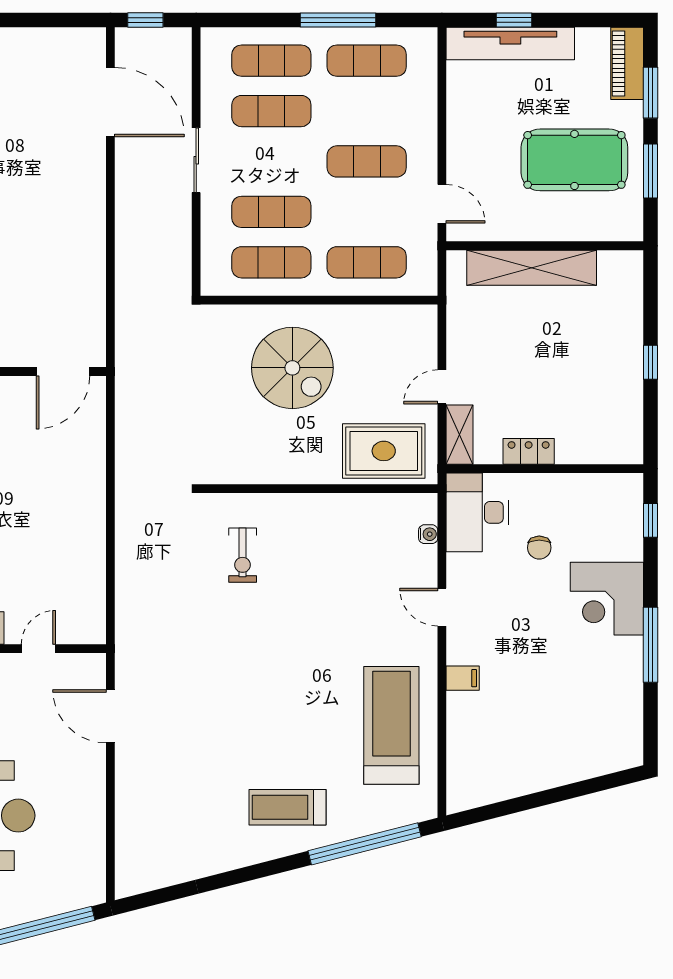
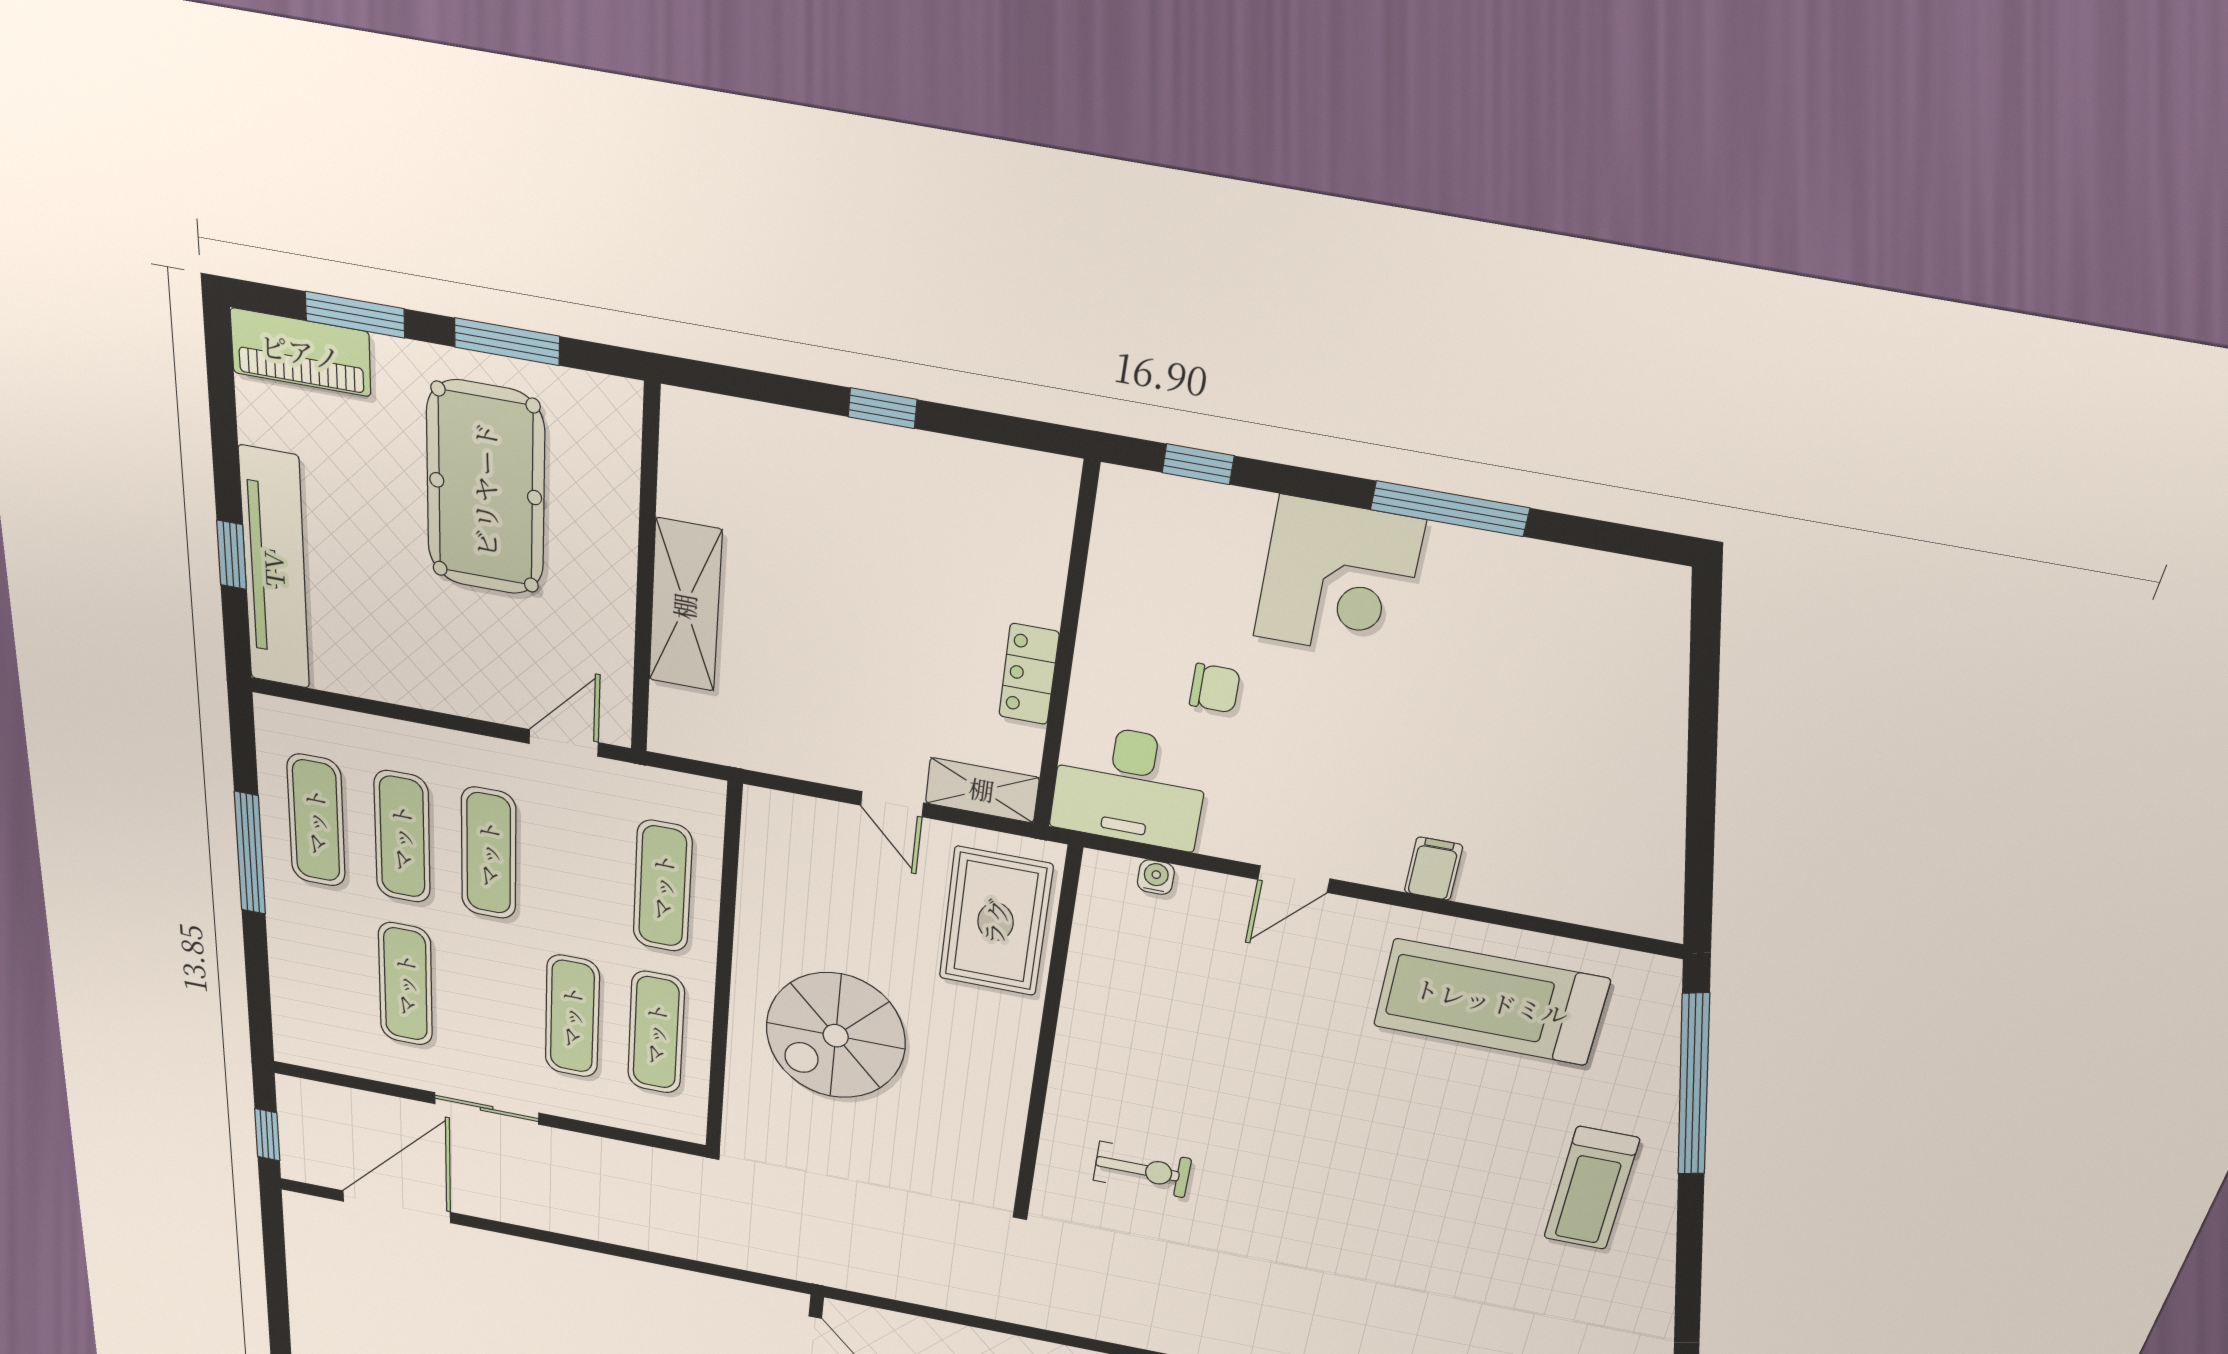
exercise mat: (271, 61) -> (402, 837), moved
shelving: (532, 268) -> (685, 606), width x0.68
spiral stairs: (292, 368) -> (836, 1036), turned 180

